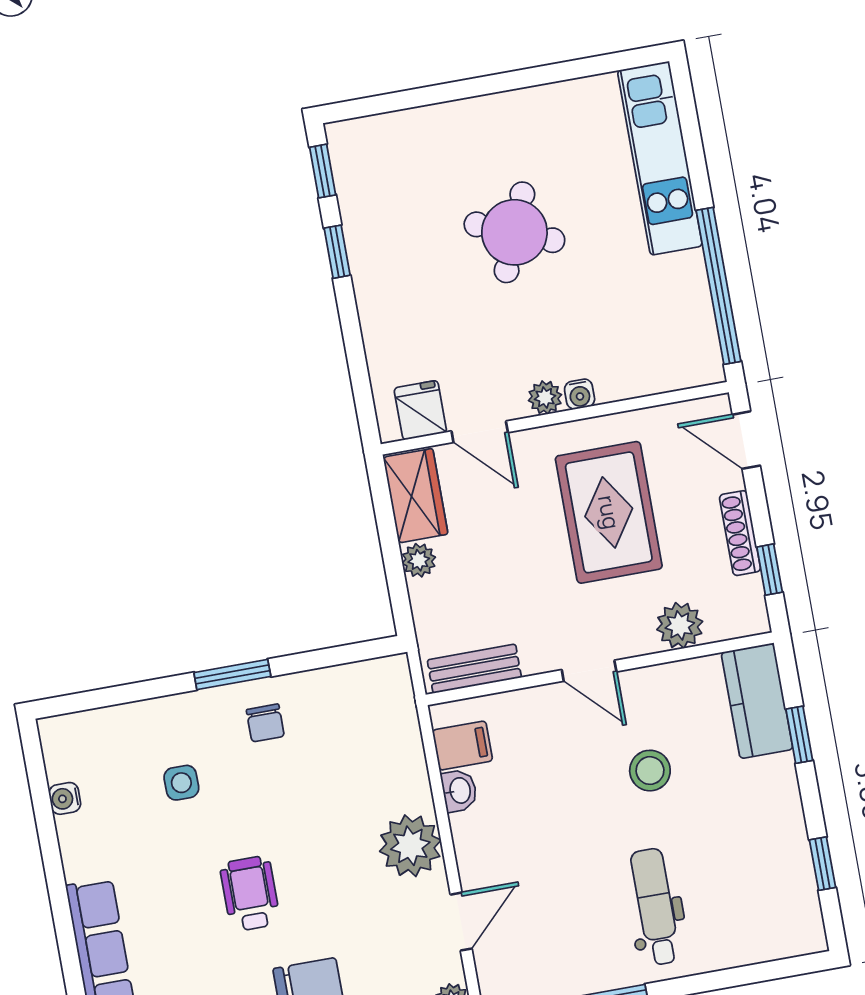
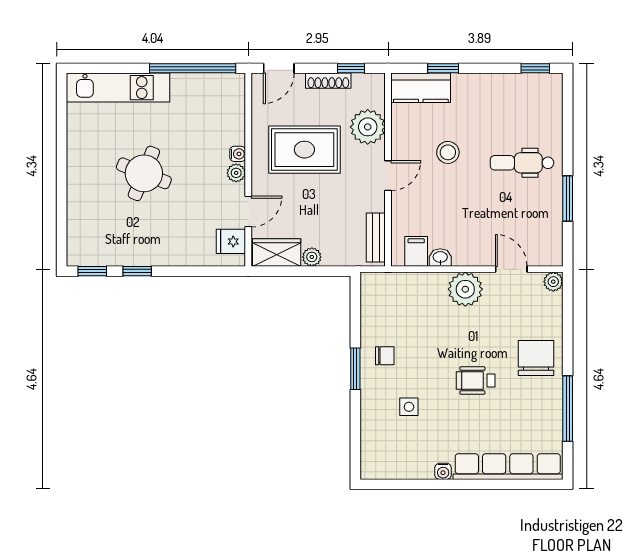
plant: (680, 625) -> (368, 127), width x1.36, depth x1.36
water cooler: (65, 798) -> (443, 471), moved
window: (823, 864) -> (535, 68), moved

